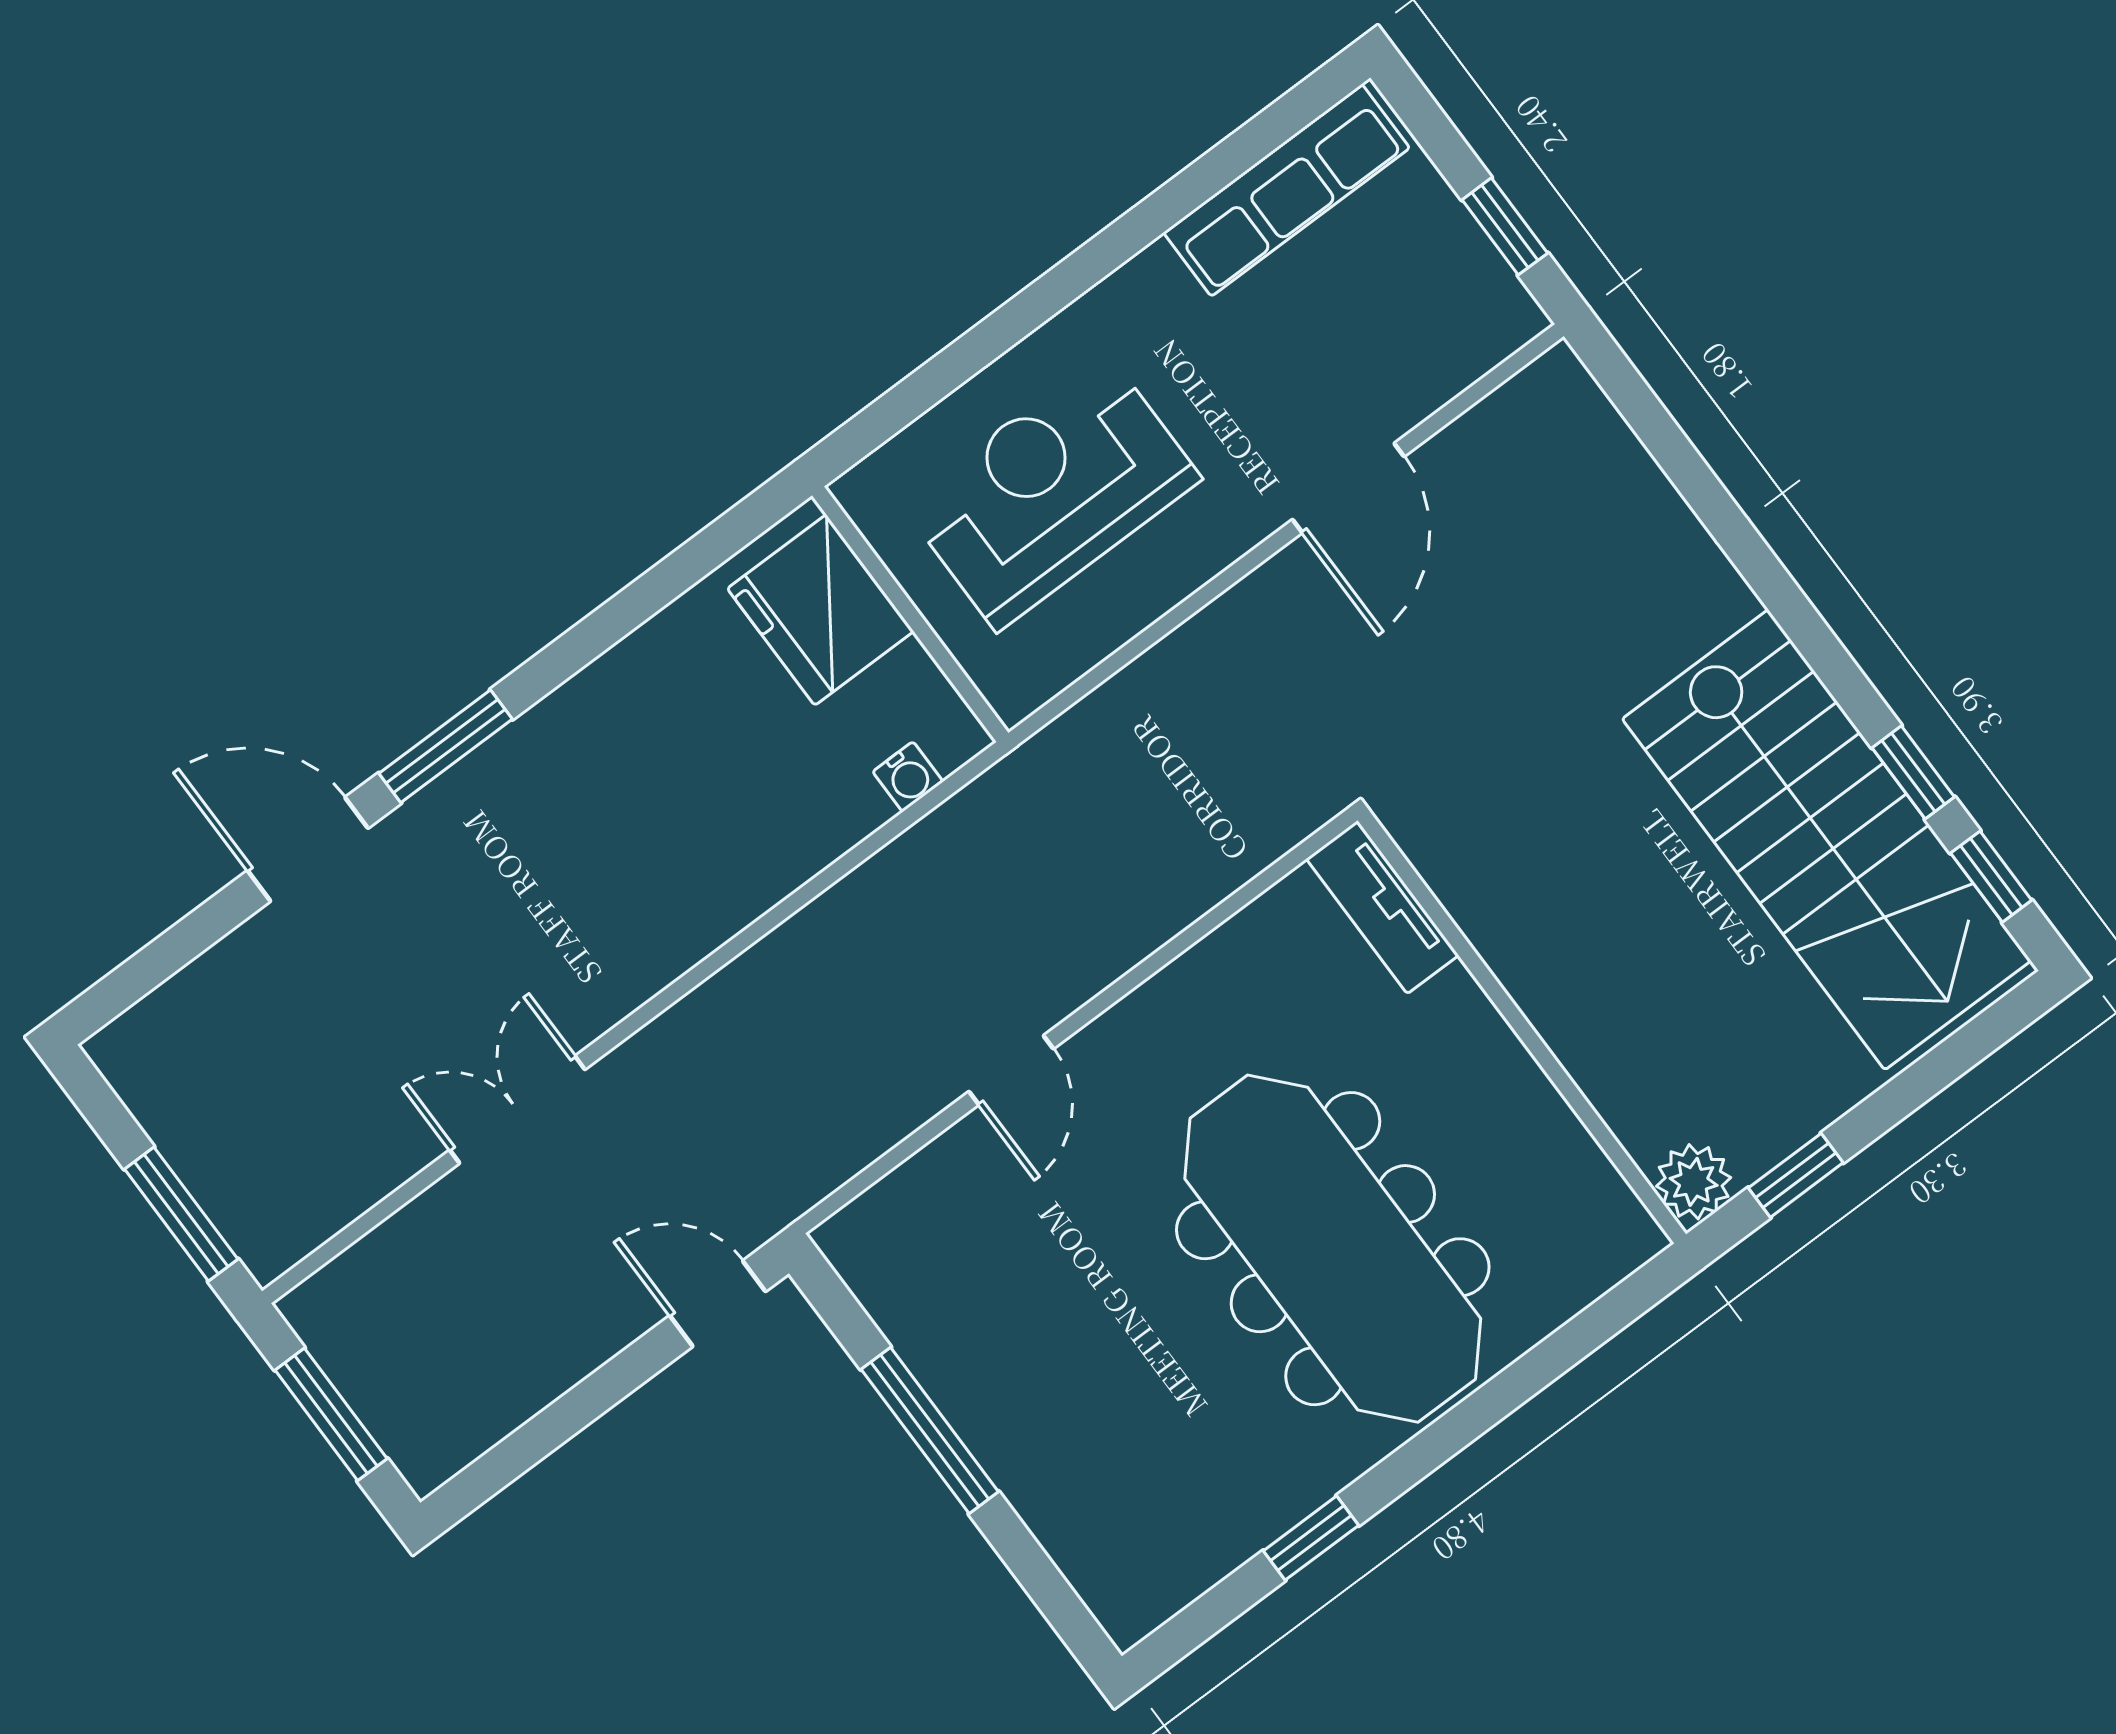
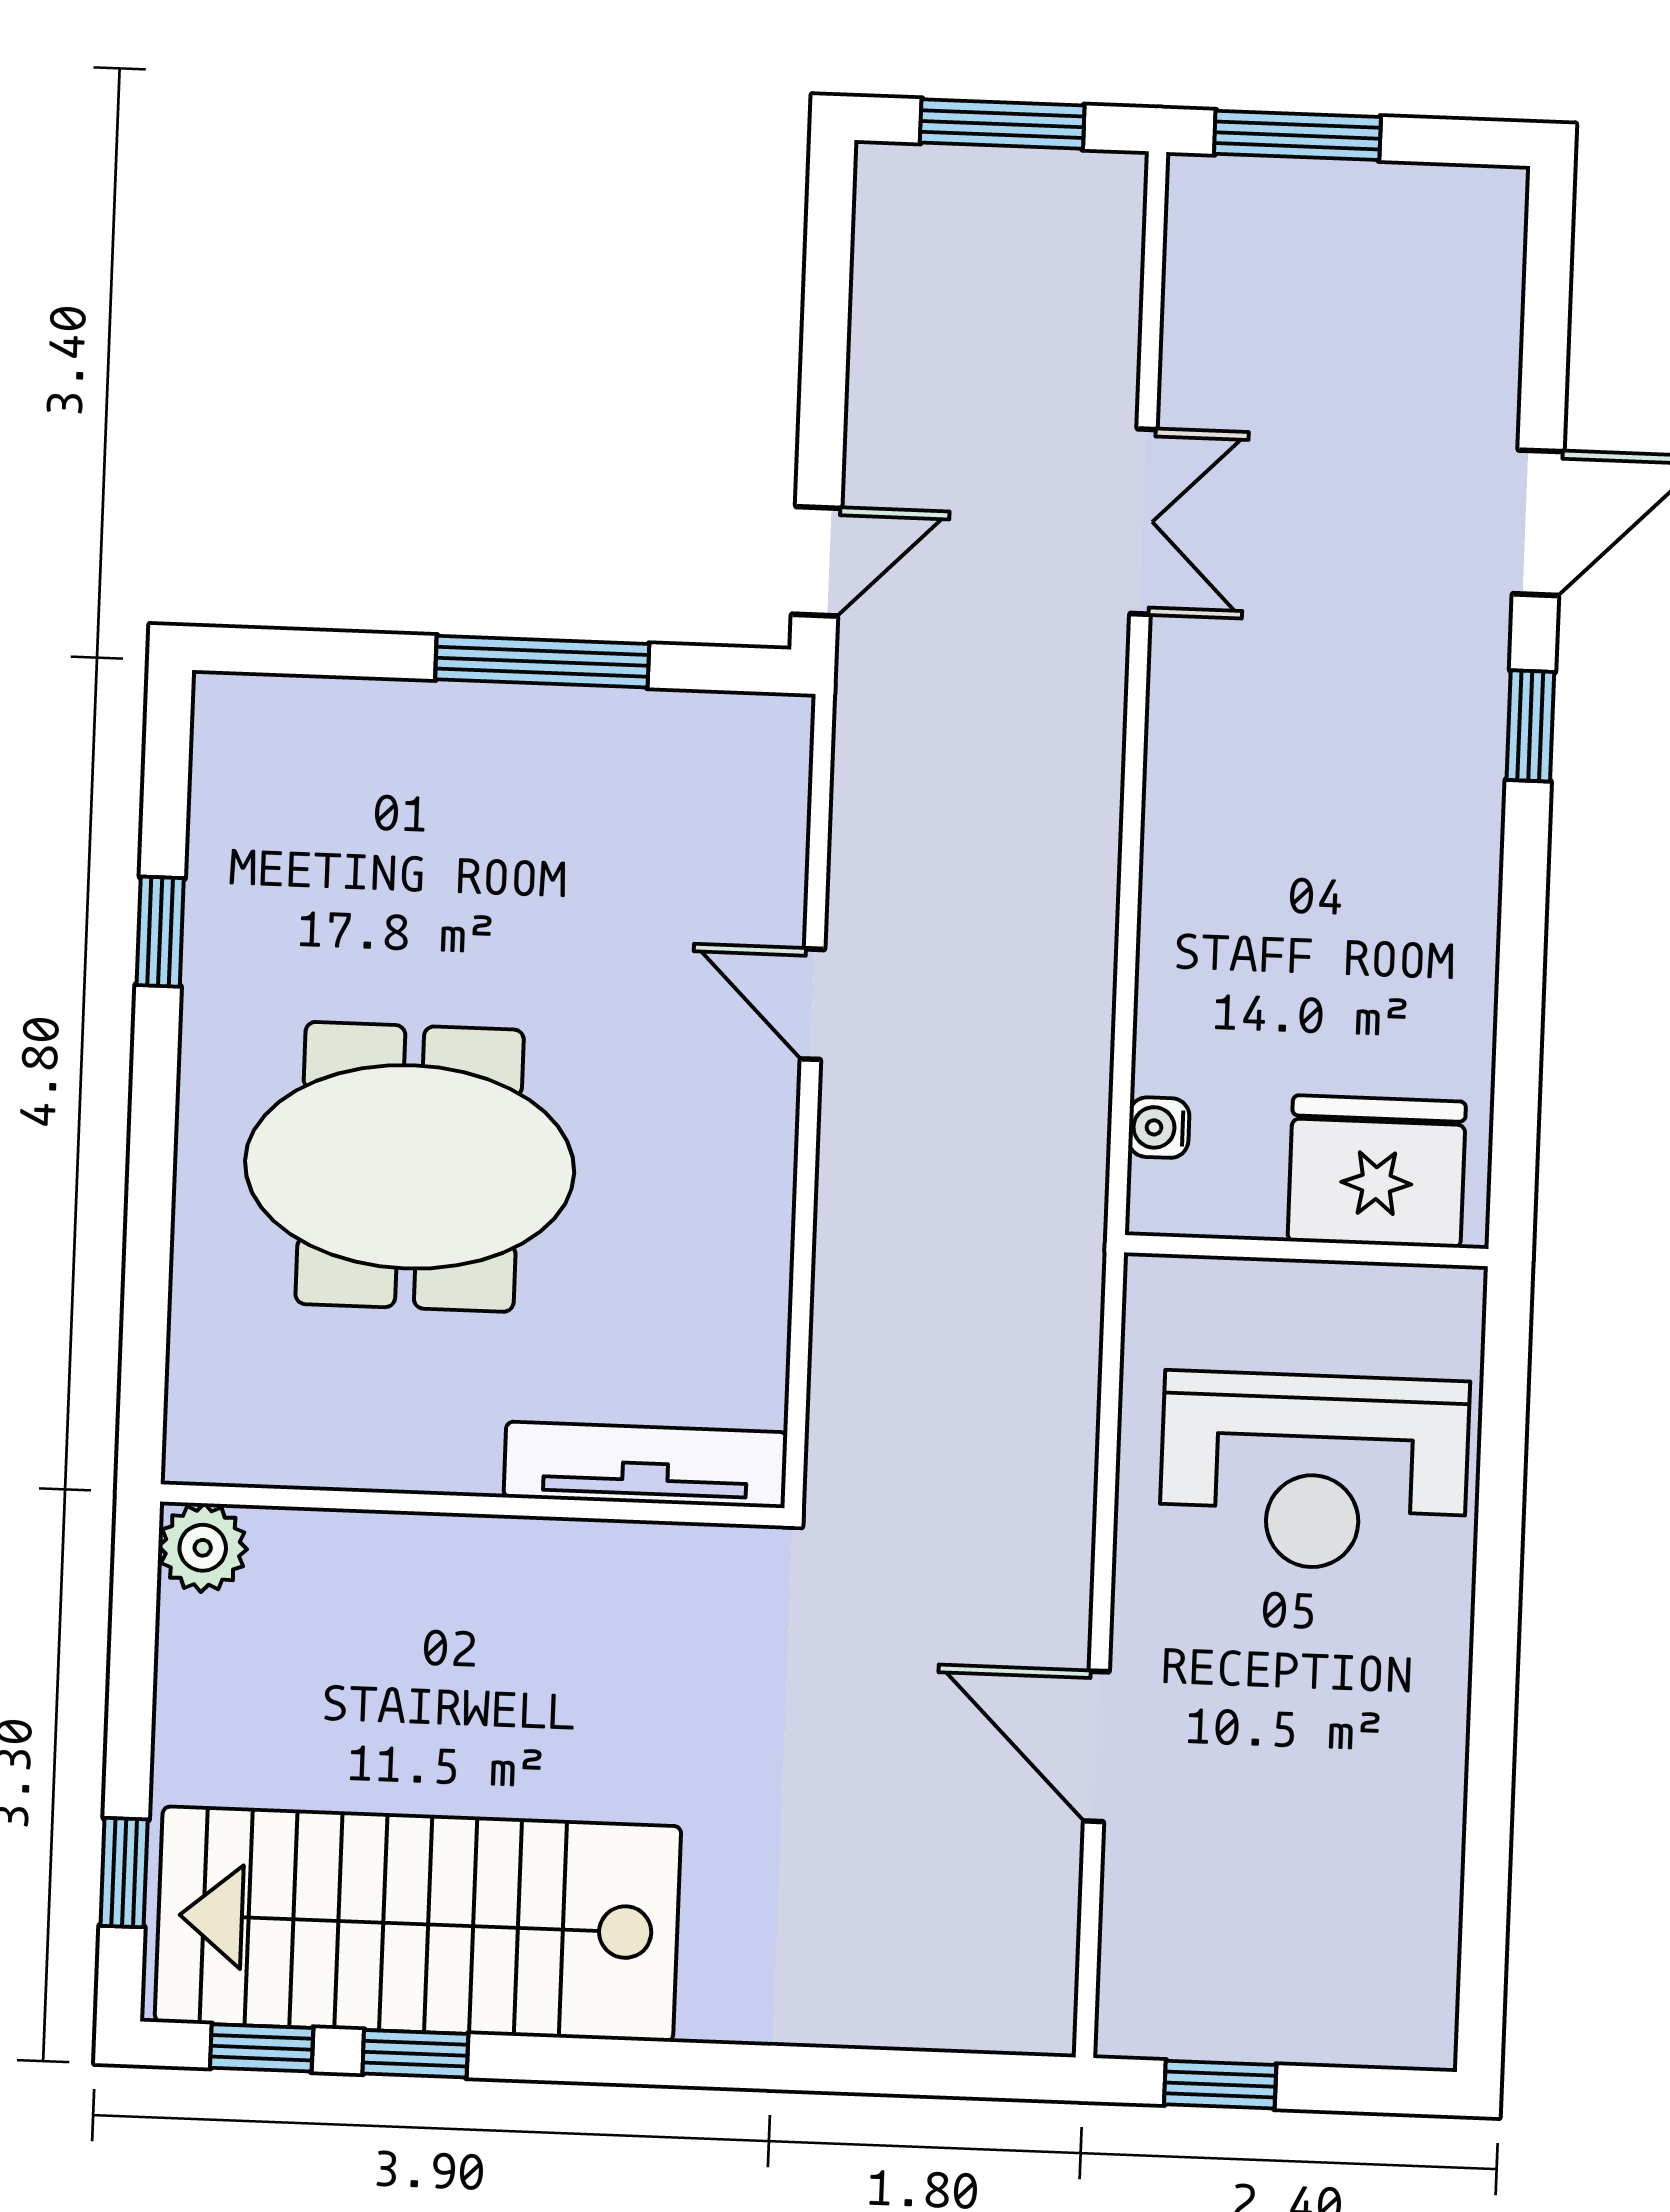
row of seats: (1287, 190) -> (1416, 1911), removed
reception desk: (1051, 491) -> (1314, 1471), turned 90
window: (446, 746) -> (1530, 726), width x0.67
tv unit: (1382, 907) -> (645, 1465), width x1.41
window: (1796, 1175) -> (124, 1873), moved
meeting table: (1333, 1249) -> (410, 1167), width x0.73

